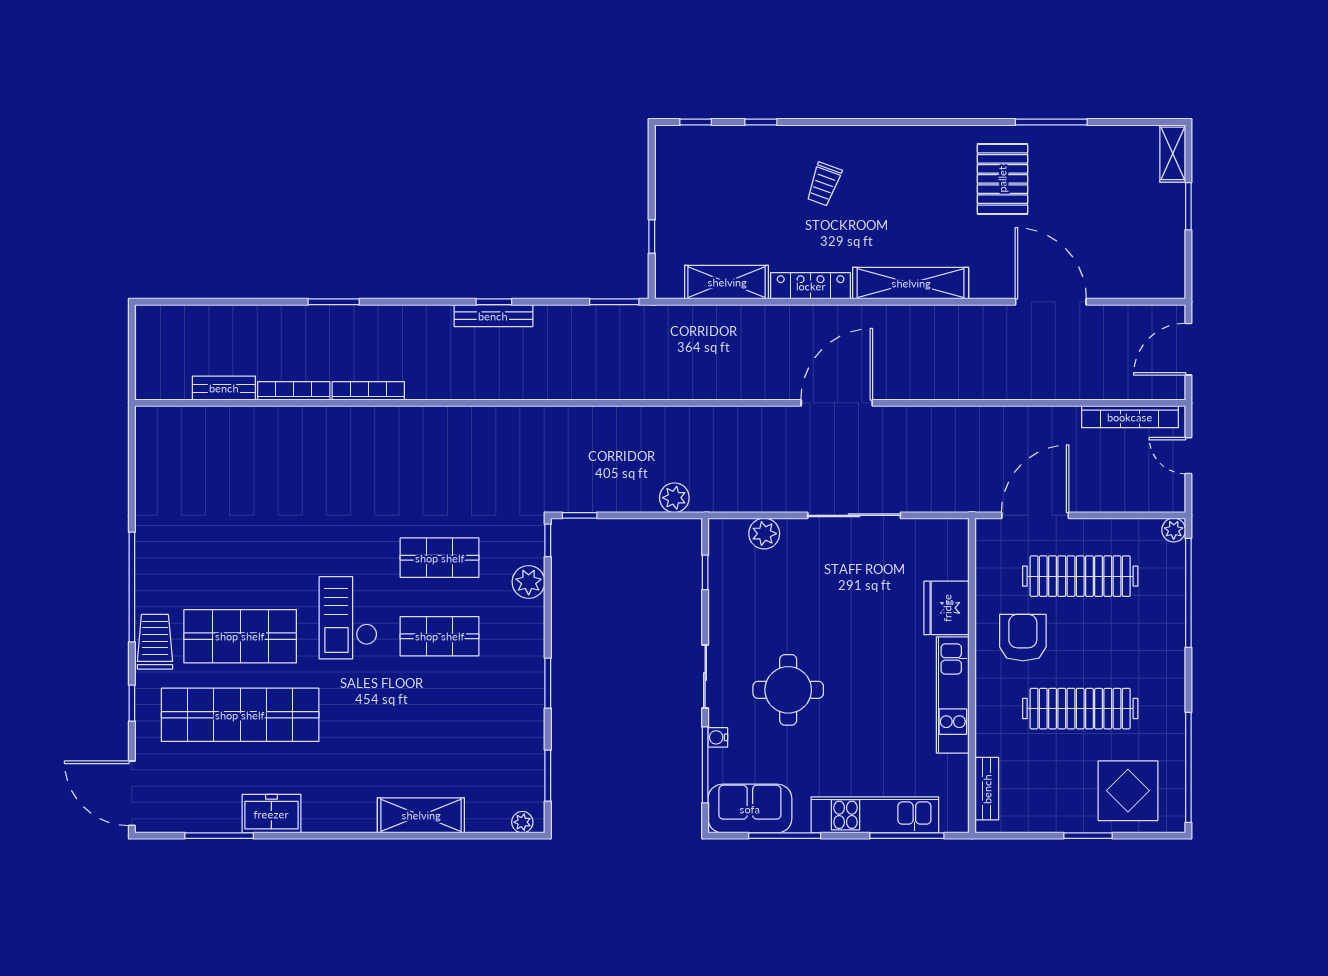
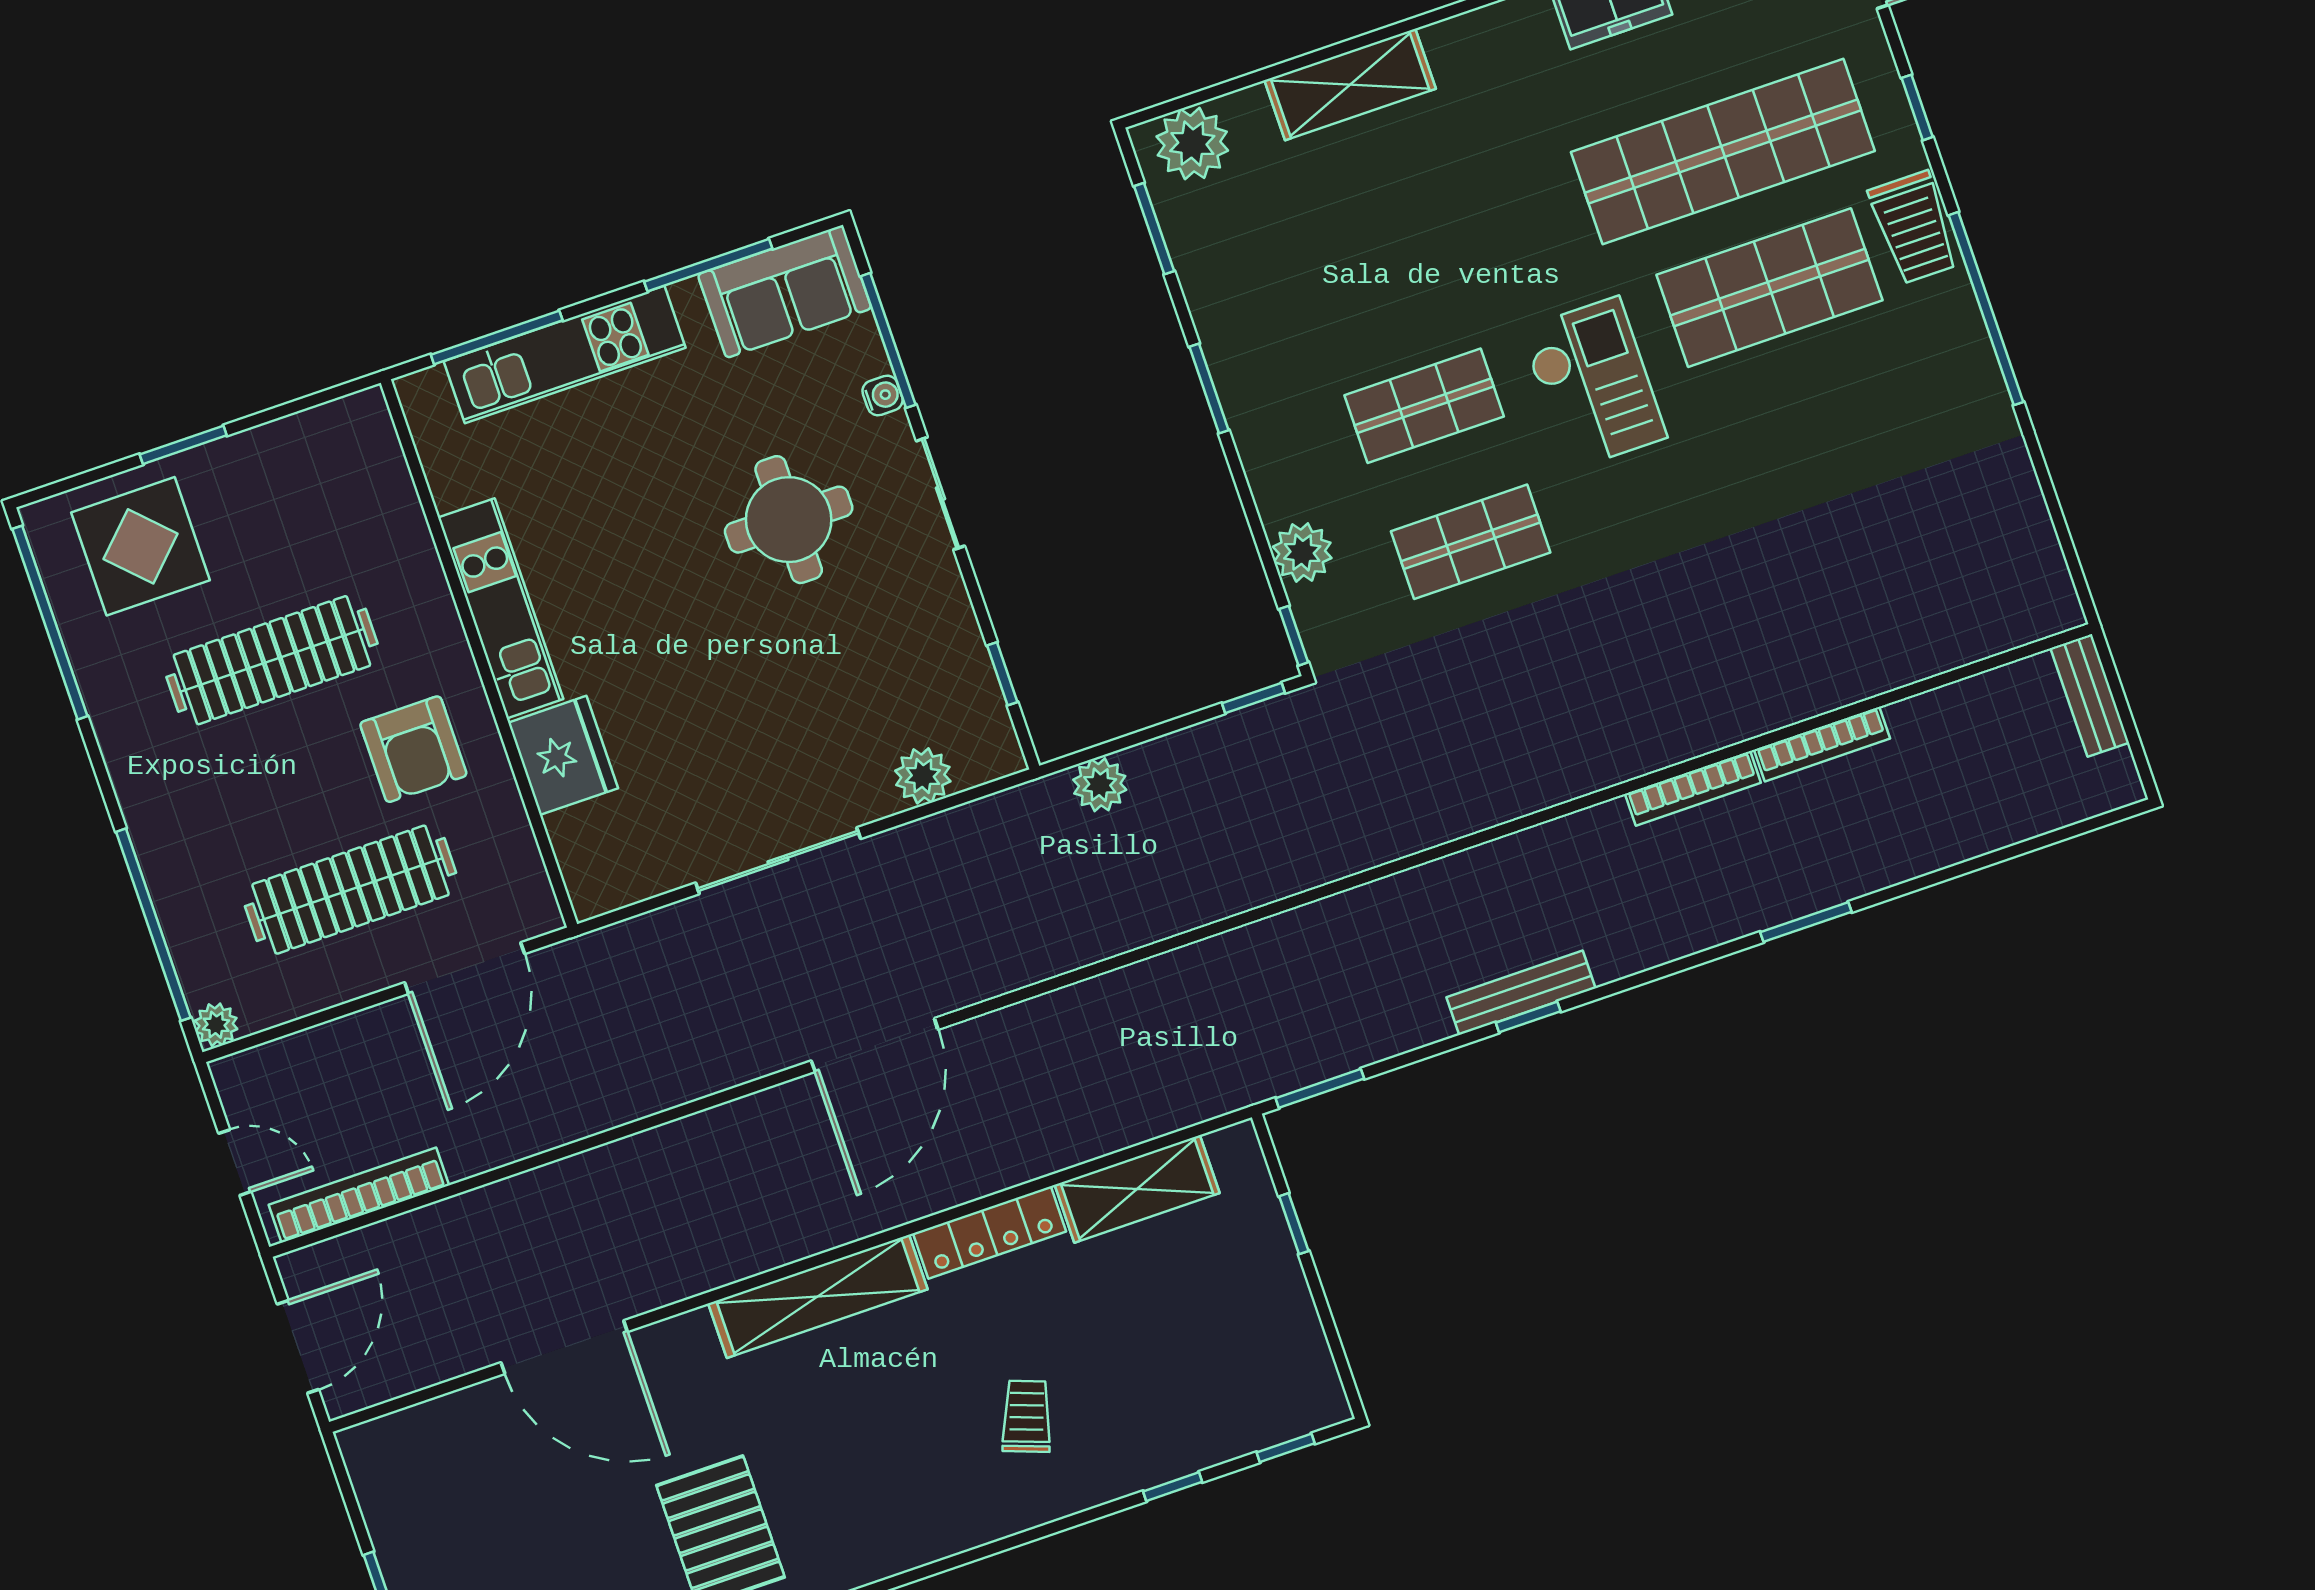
bench: (224, 388) -> (2090, 695), moved, turned 90
bench: (987, 789) -> (386, 466), removed
plant: (522, 822) -> (1192, 144), width x1.88, depth x1.88

